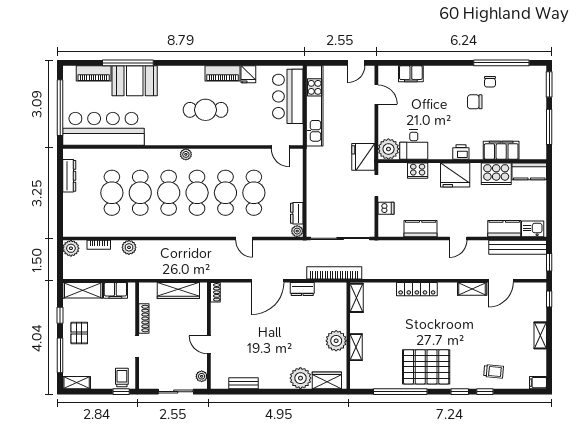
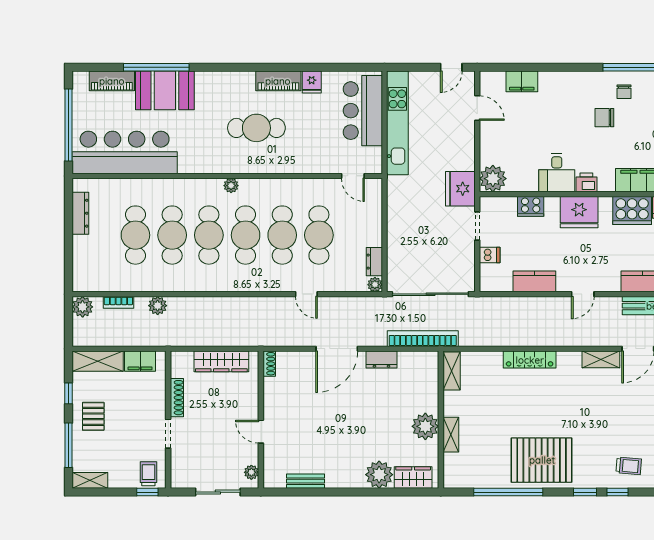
desk: (414, 145) -> (557, 173), moved

